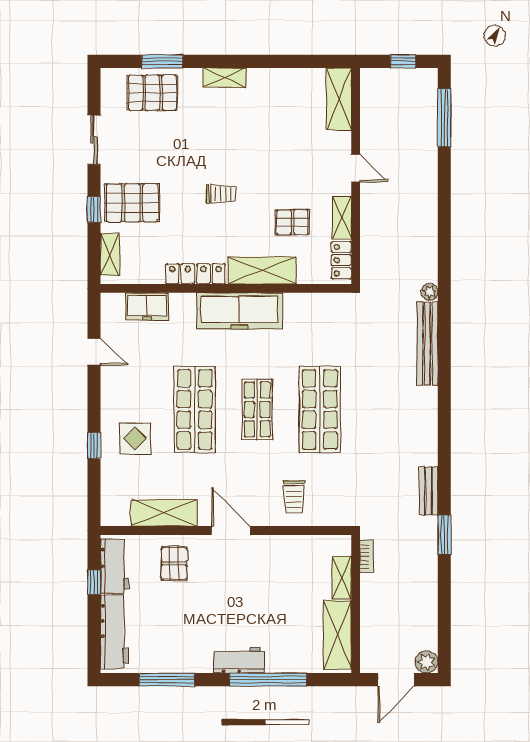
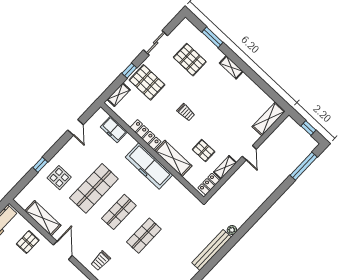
pallet: (152, 93) -> (190, 60), moved
shop shelf: (320, 409) -> (144, 236), width x0.70, depth x0.74

